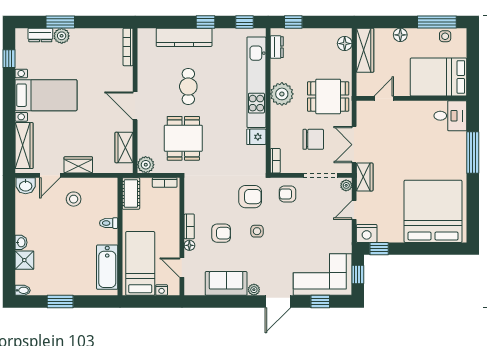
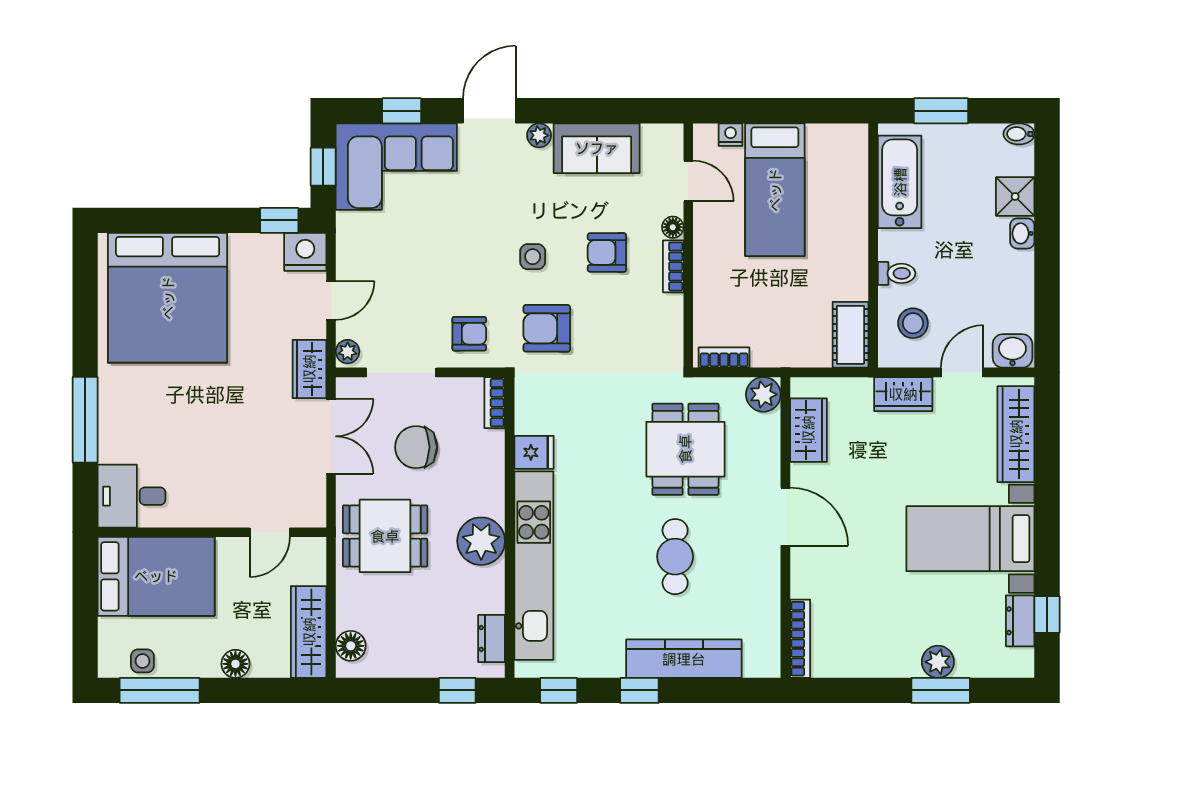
dresser: (40, 35) -> (1020, 621), moved, turned -90
cot: (131, 193) -> (851, 335), moved
toilet: (109, 223) -> (897, 273), moved
wall: (120, 237) -> (873, 246), moved
bathtub: (107, 267) -> (900, 182), moved

